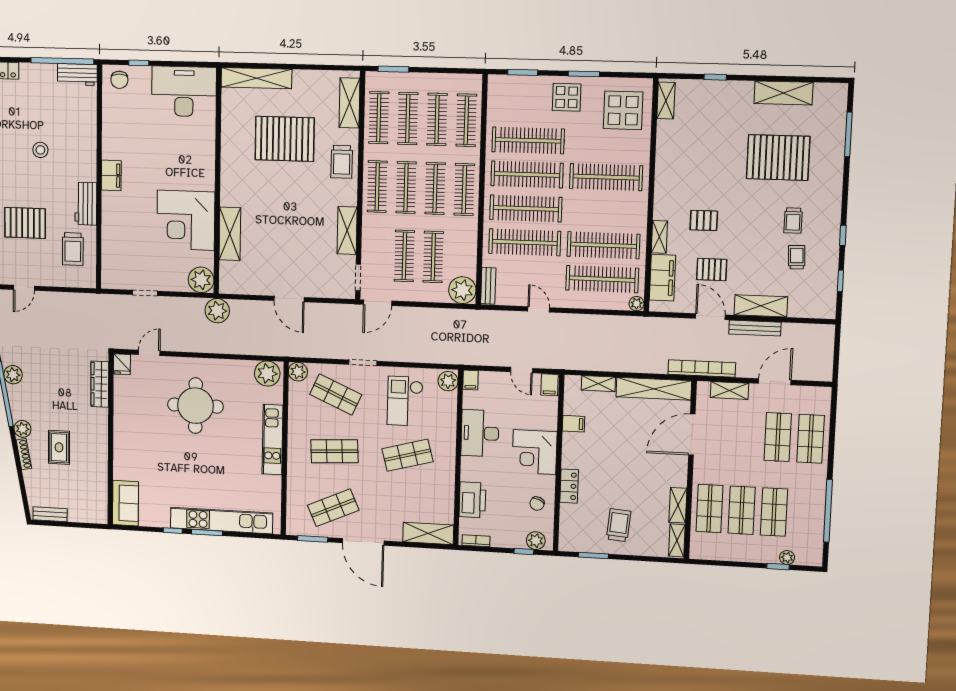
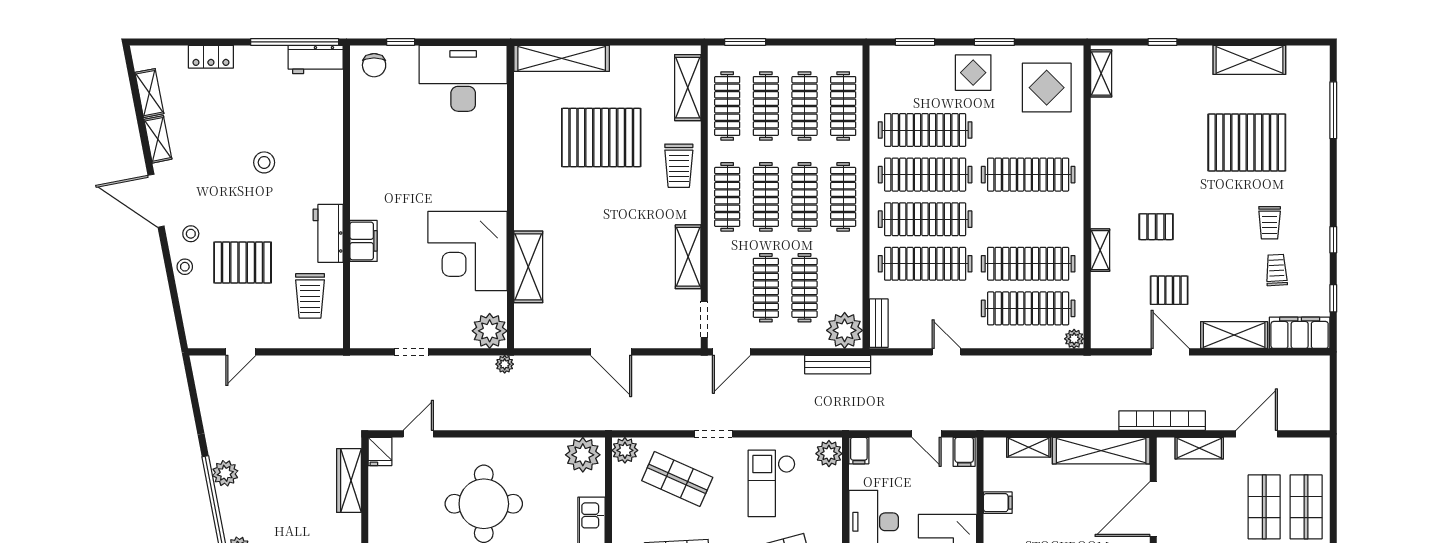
filing cabinet: (111, 175) -> (364, 241), moved
filing cabinet: (662, 278) -> (1300, 333), moved, turned -90
plant: (217, 311) -> (505, 364), width x0.53, depth x0.53
bench: (755, 328) -> (838, 365), moved

